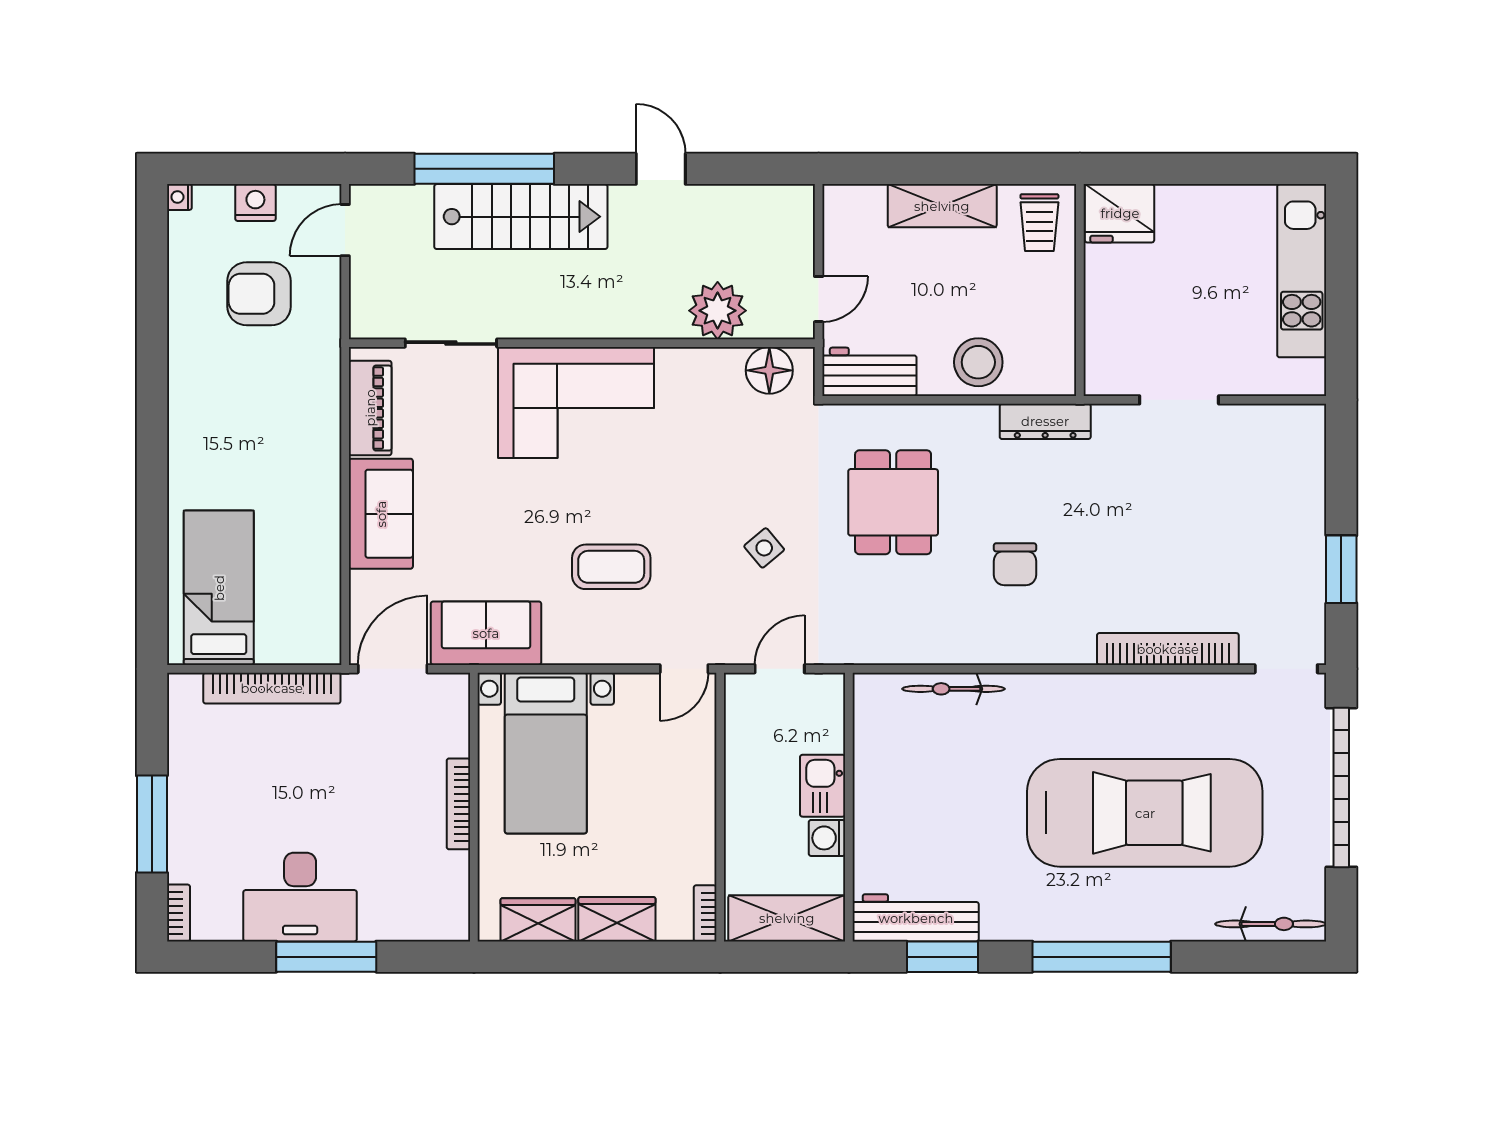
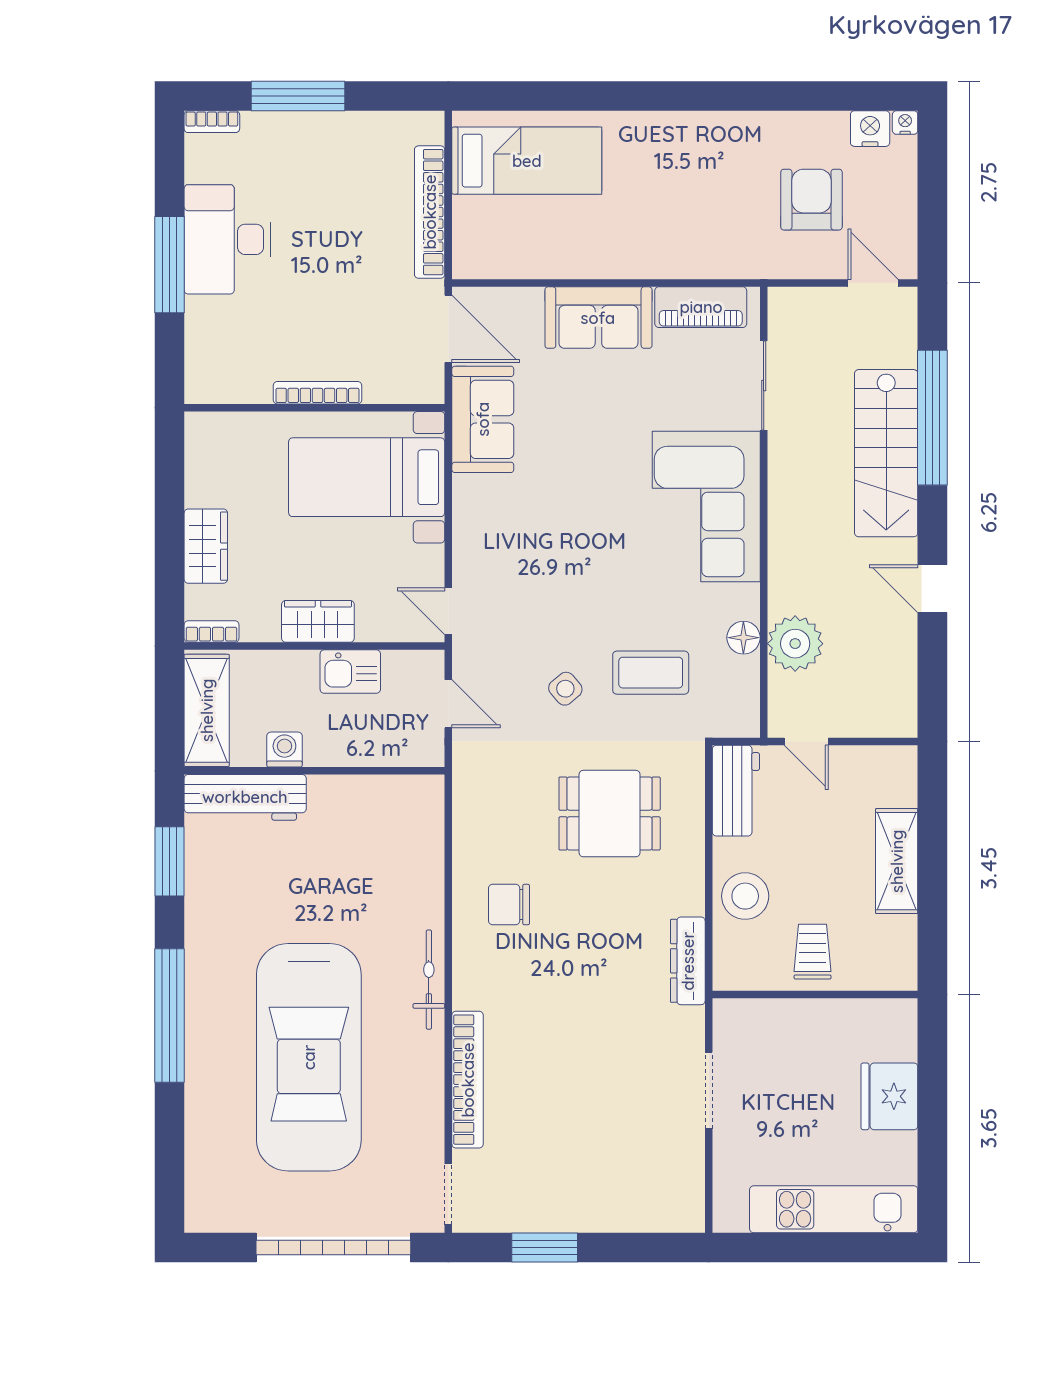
door: (661, 169) -> (932, 589), swing flipped
nightstand: (255, 203) -> (870, 129), moved, turned -90
fridge: (1120, 213) -> (889, 1096), moved
trolley: (1039, 223) -> (813, 952), moved, turned 90
floor lamp: (769, 370) -> (743, 638), moved, width x0.73, depth x0.73
chair: (1015, 564) -> (509, 905), moved
coffee table: (611, 567) -> (651, 673), moved, turned 90
bicycle: (953, 689) -> (429, 980), moved
kitchen sink: (823, 786) -> (350, 672), moved, turned 180
workbench: (916, 918) -> (245, 797), moved, turned 90
wardrobe: (538, 920) -> (318, 621), moved, turned -90
bicycle: (1271, 924) -> (201, 1179), removed

